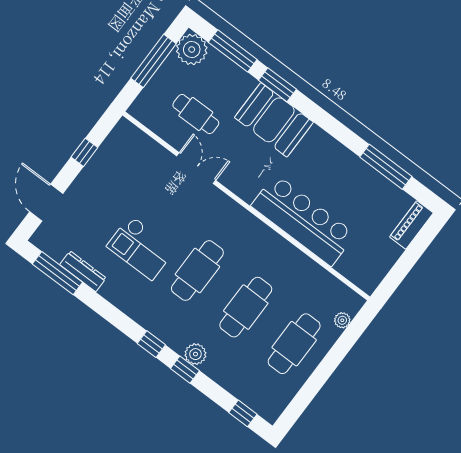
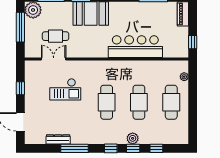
double door: (196, 168) -> (54, 59), moved
checkout: (141, 248) -> (65, 89), moved
window: (57, 273) -> (75, 148), moved
window: (394, 278) -> (193, 42), added
window: (243, 413) -> (156, 148), moved

